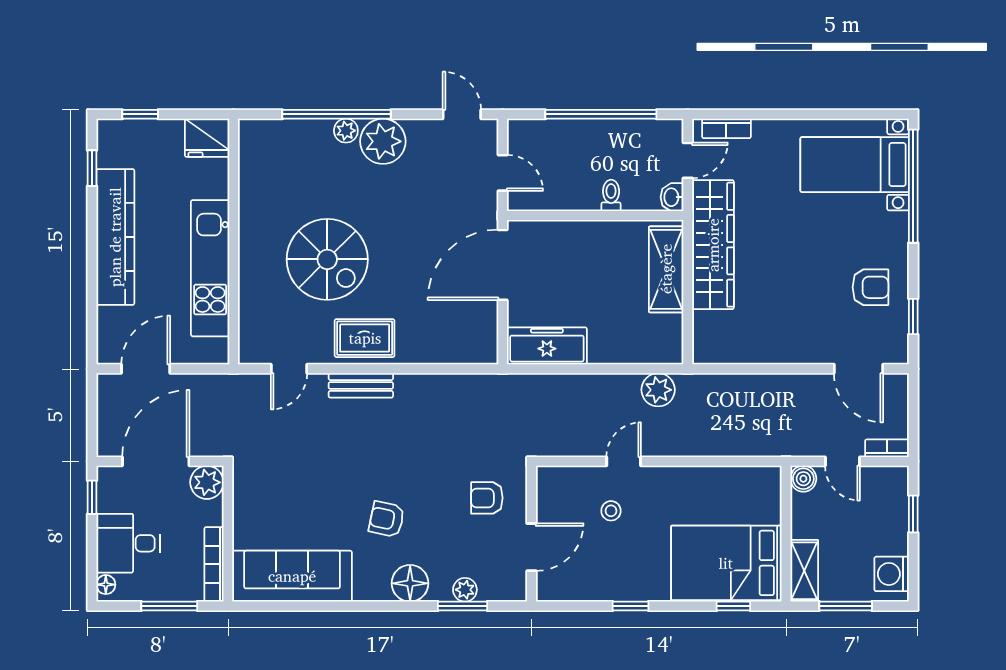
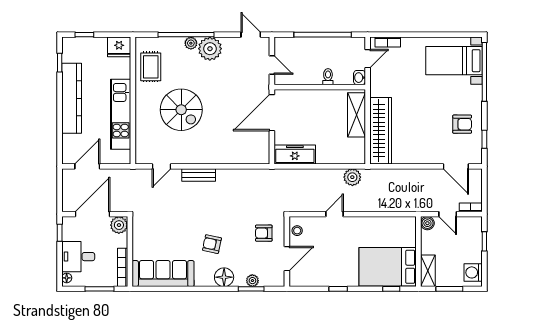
wardrobe: (713, 245) -> (381, 131), moved
rug: (365, 338) -> (151, 67), moved, turned 90
stool: (611, 511) -> (297, 231), moved

